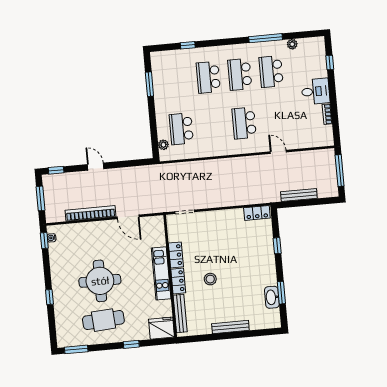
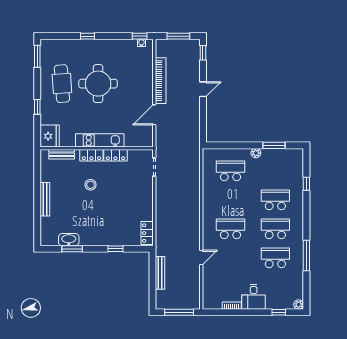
plant: (292, 44) -> (299, 304), moved
plant: (163, 145) -> (256, 153), moved
bench: (180, 313) -> (62, 154), width x0.73

